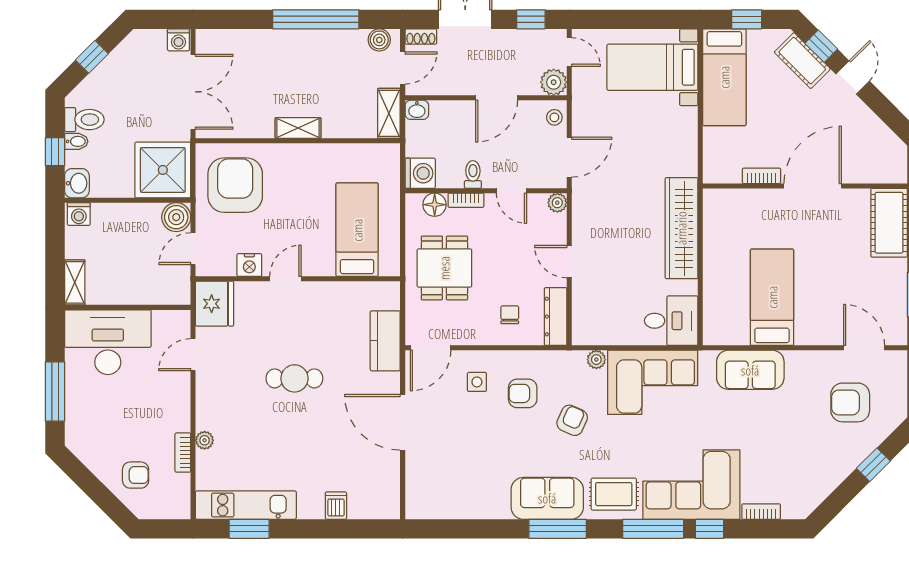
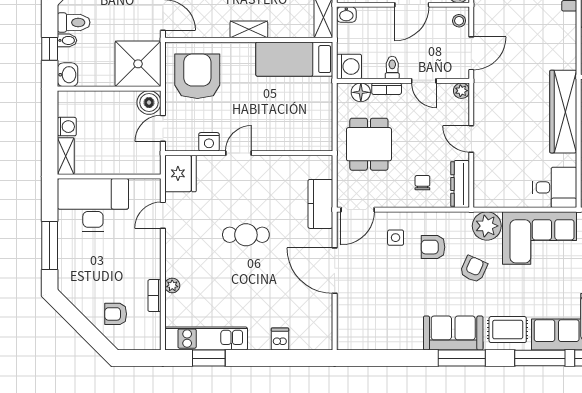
washing machine: (79, 214) -> (67, 127), moved, turned -90
bed: (357, 230) -> (294, 59), moved, turned -90
plant: (596, 360) -> (487, 226), width x1.88, depth x1.88
armchair: (136, 475) -> (116, 314), turned 180

